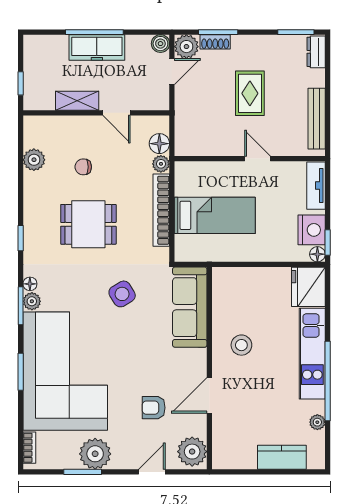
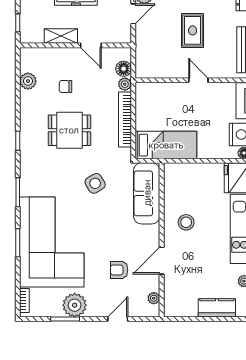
bed: (215, 215) -> (166, 145), moved
floor lamp: (30, 284) -> (25, 176), removed
plant: (32, 301) -> (26, 189), removed
plant: (192, 452) -> (154, 298), width x0.53, depth x0.53

